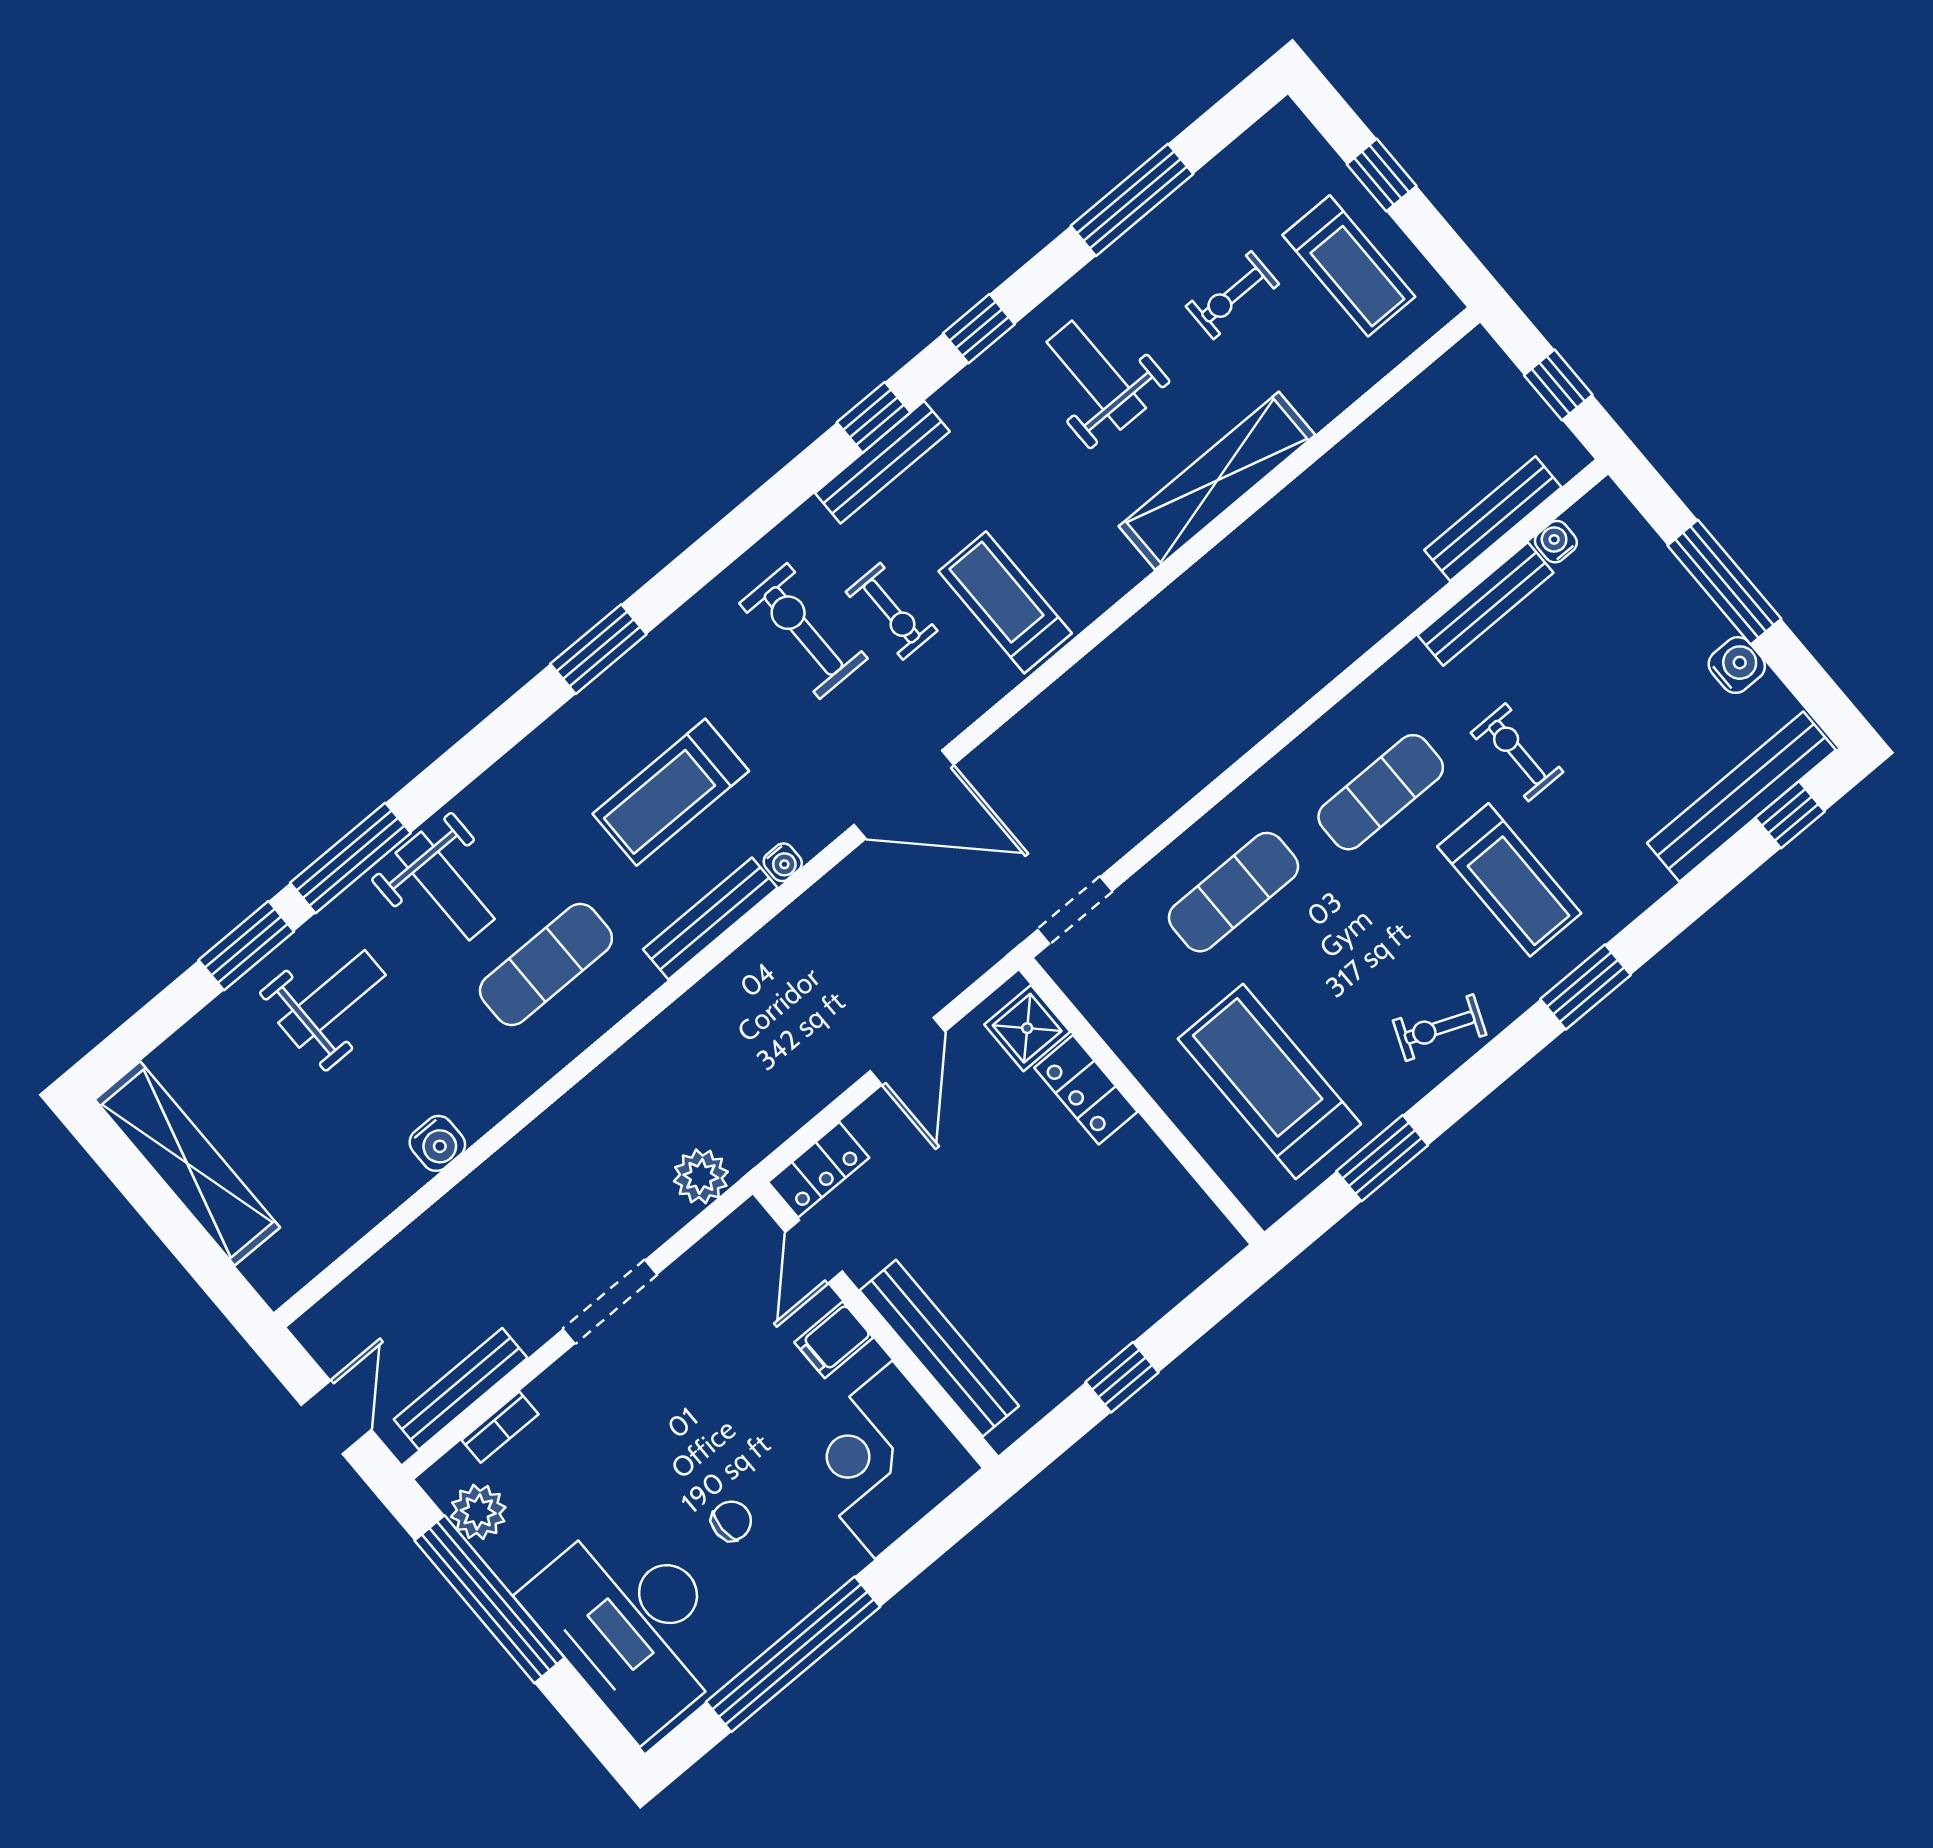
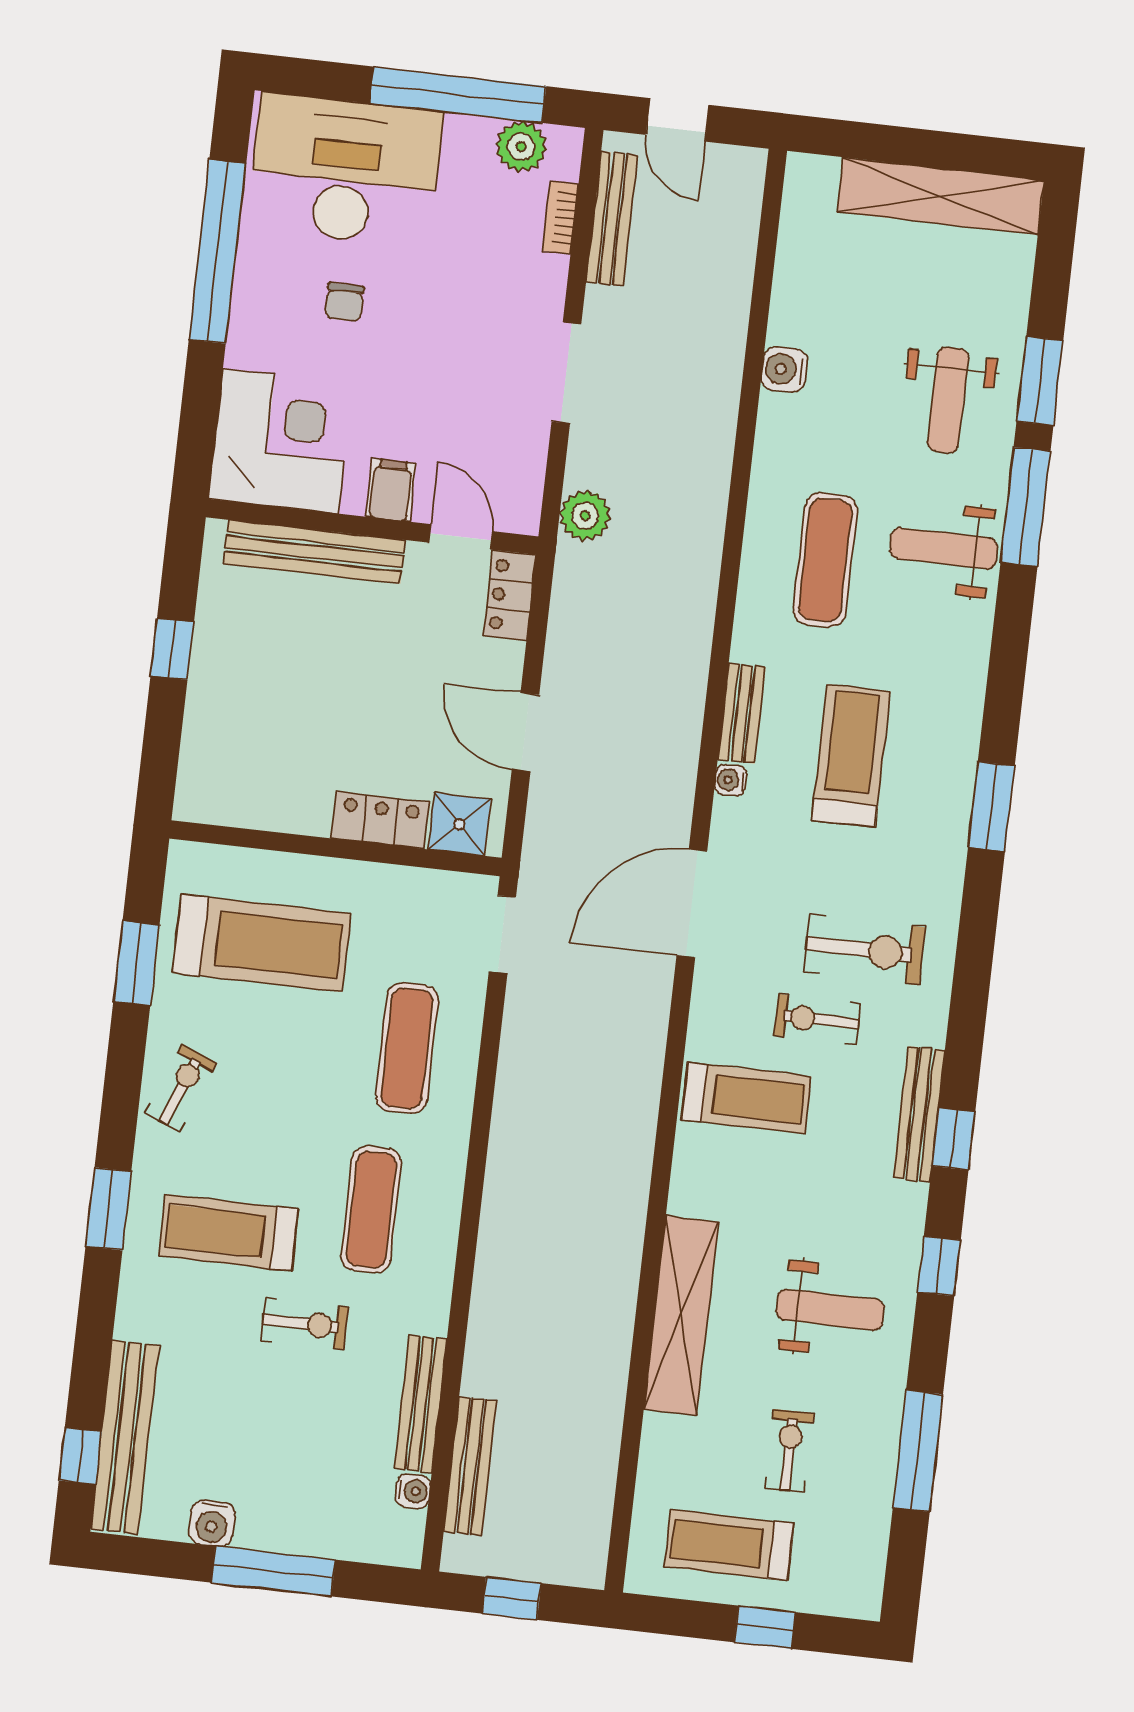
bench: (710, 918) -> (742, 713), width x0.73

